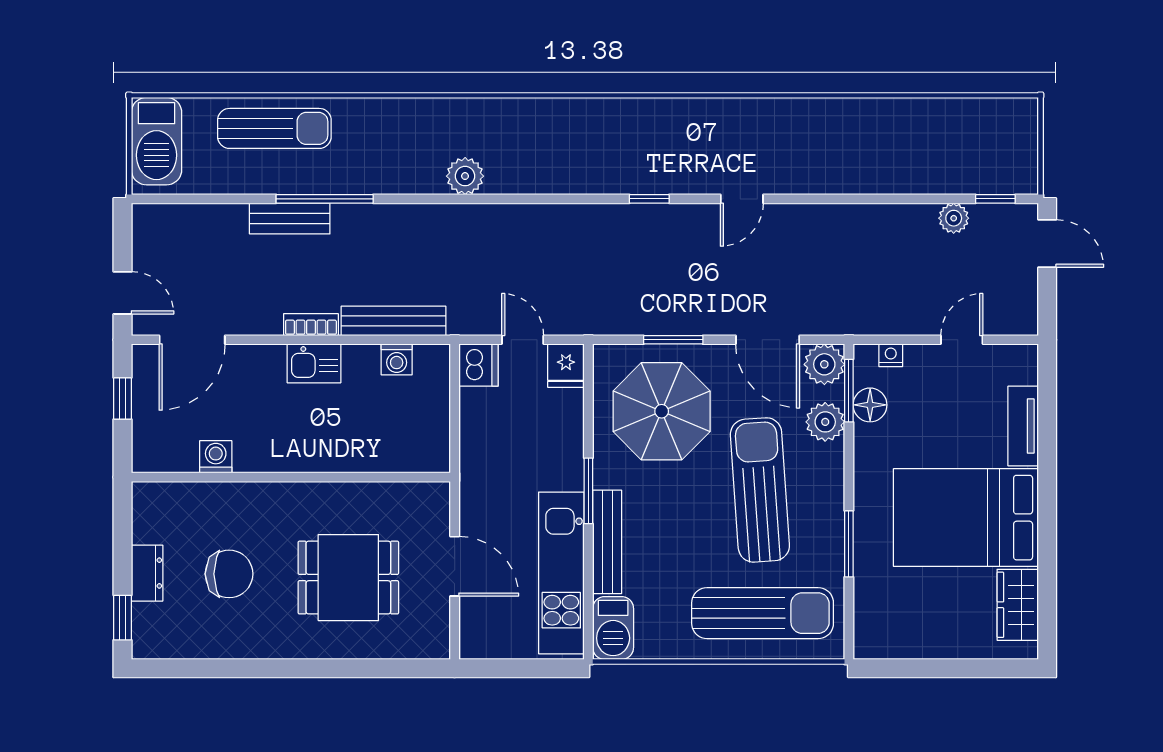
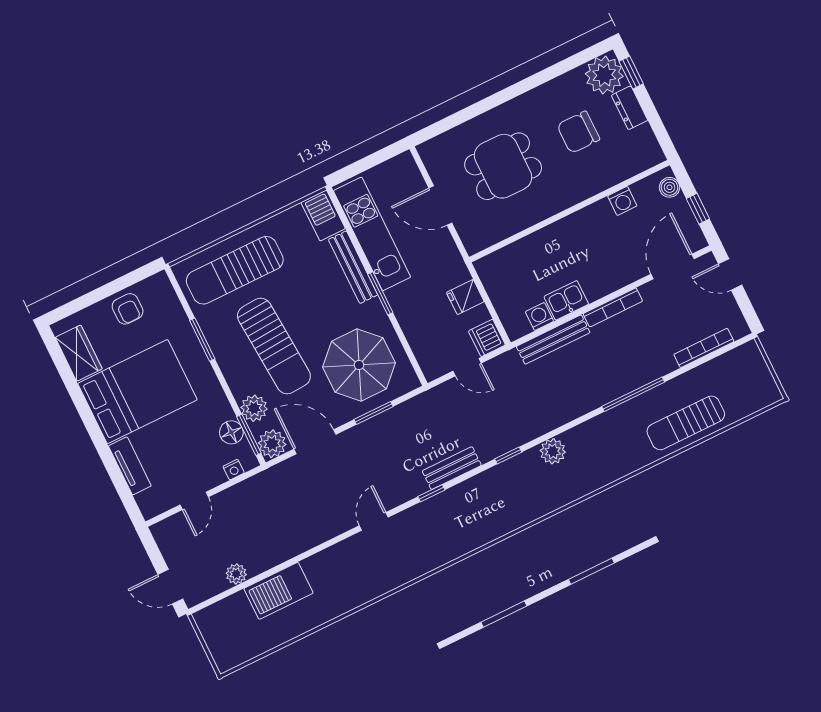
barbecue: (157, 141) -> (278, 591), moved, turned -90
window: (995, 199) -> (508, 456), moved
bookcase: (203, 214) -> (704, 348), added
bench: (290, 219) -> (452, 468), moved
bookcase: (311, 325) -> (613, 307), width x1.56
kitchen sink: (314, 363) -> (566, 300), moved
fridge: (566, 366) -> (465, 297), moved, turned -90
boiler: (146, 444) -> (670, 187), added
armchair: (926, 631) -> (128, 309), added
plant: (159, 632) -> (604, 75), added

